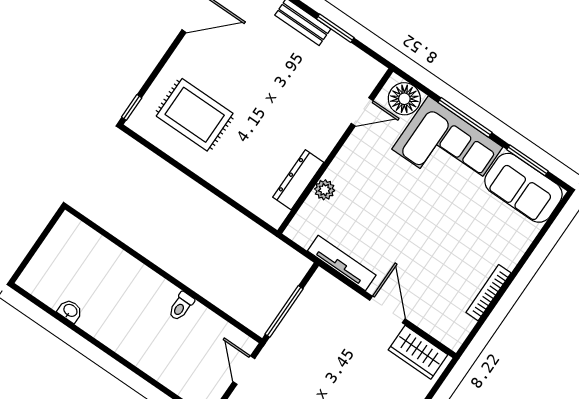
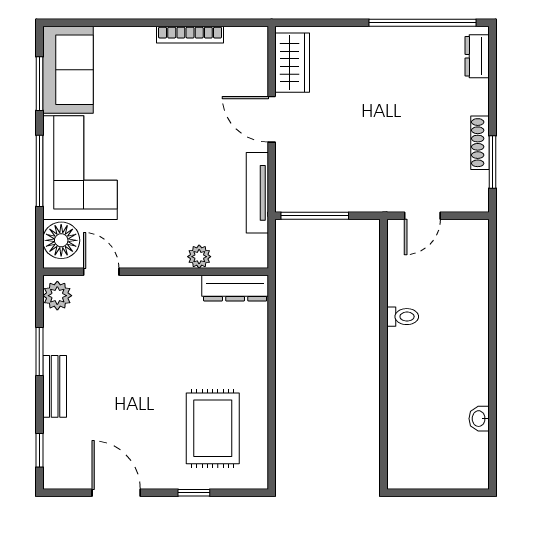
plant: (367, 69) -> (57, 296), added
window: (132, 107) -> (194, 493), moved
dresser: (298, 180) -> (235, 288), moved
door: (387, 309) -> (272, 119), hinge flipped
window: (284, 311) -> (315, 216), moved

